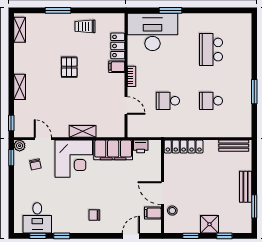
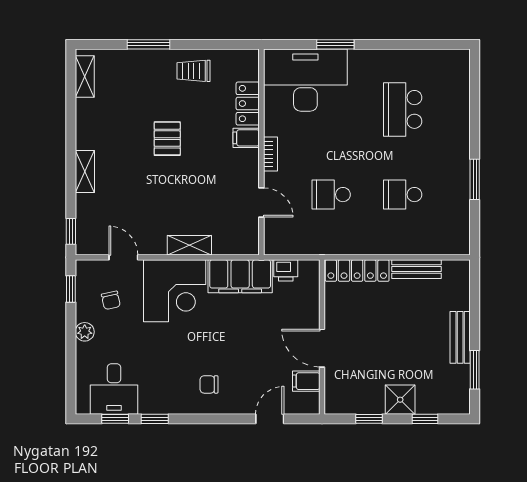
plant: (20, 146) -> (85, 332), moved
bench: (234, 146) -> (417, 269), moved
stool: (172, 211) -> (338, 377), removed

